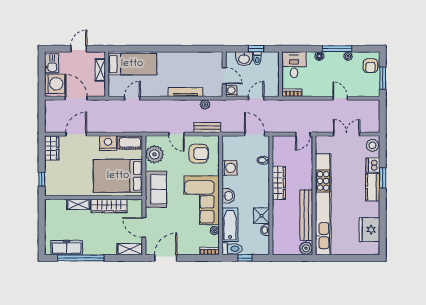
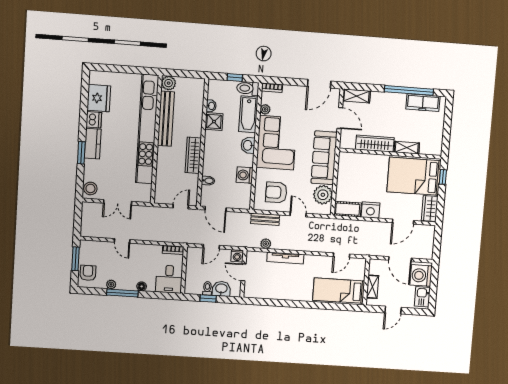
door: (303, 134) -> (181, 207), moved
dishwasher: (373, 165) -> (94, 120), moved
bed: (118, 176) -> (414, 176), moved, turned 180
sofa: (156, 189) -> (324, 158), width x1.36

